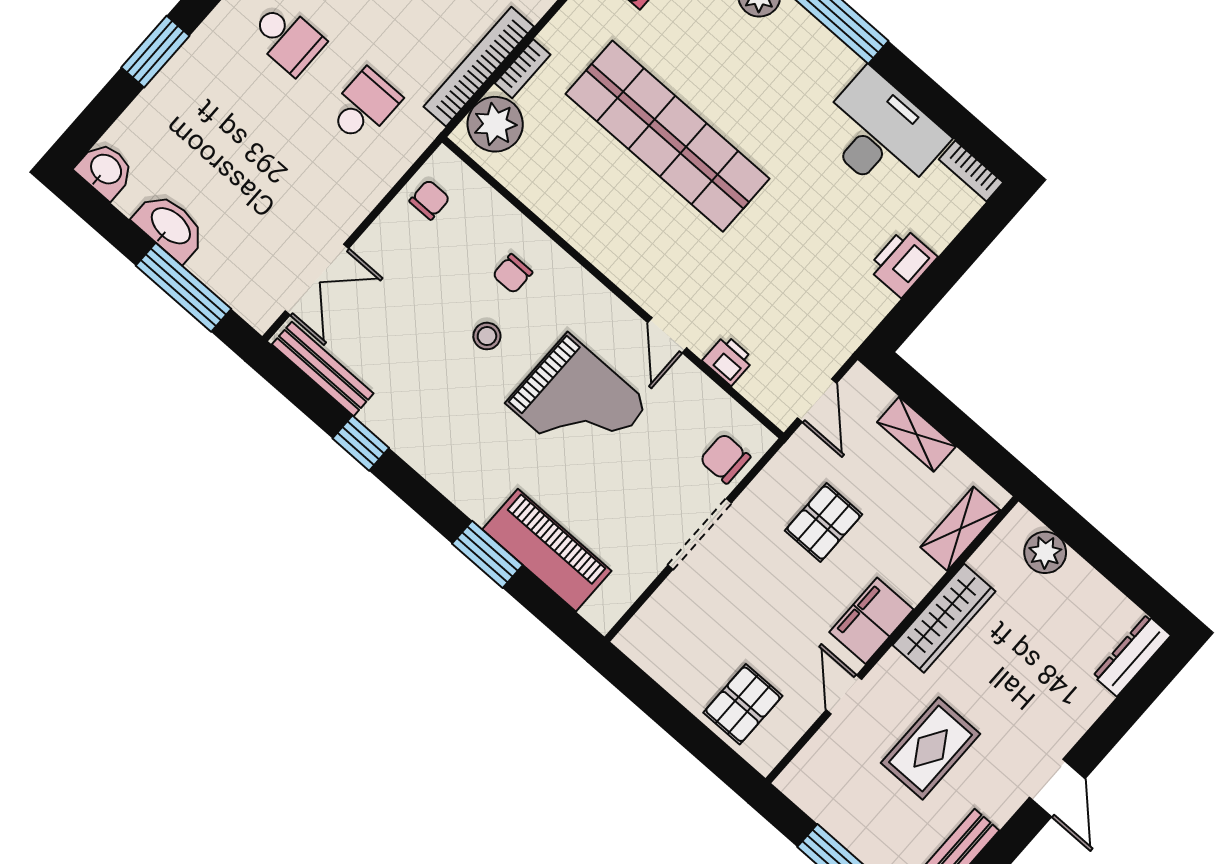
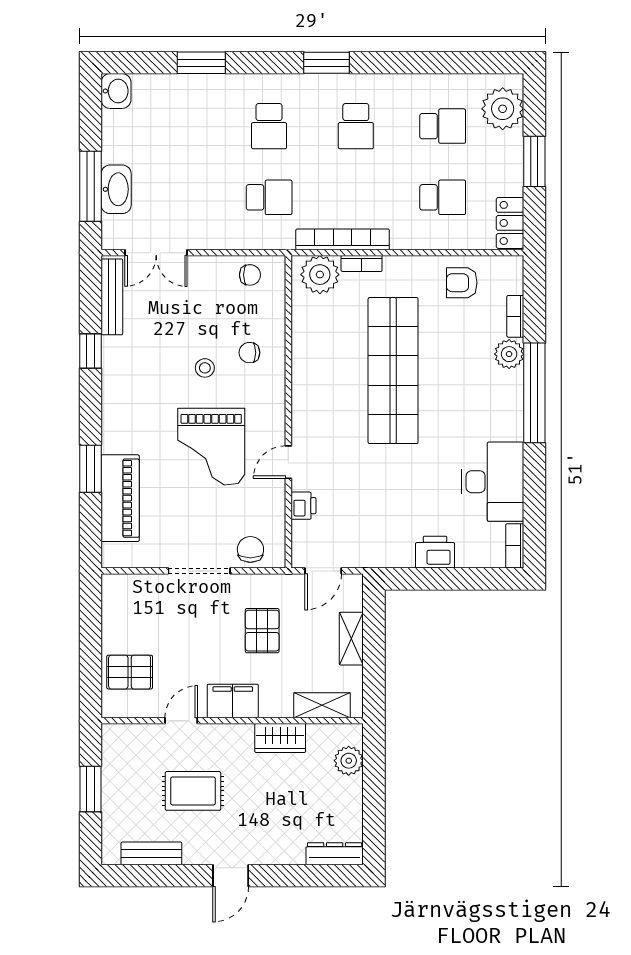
washbasin: (170, 227) -> (116, 189), moved
pallet: (823, 523) -> (262, 631), turned 90
wardrobe: (944, 618) -> (280, 738), width x0.67

